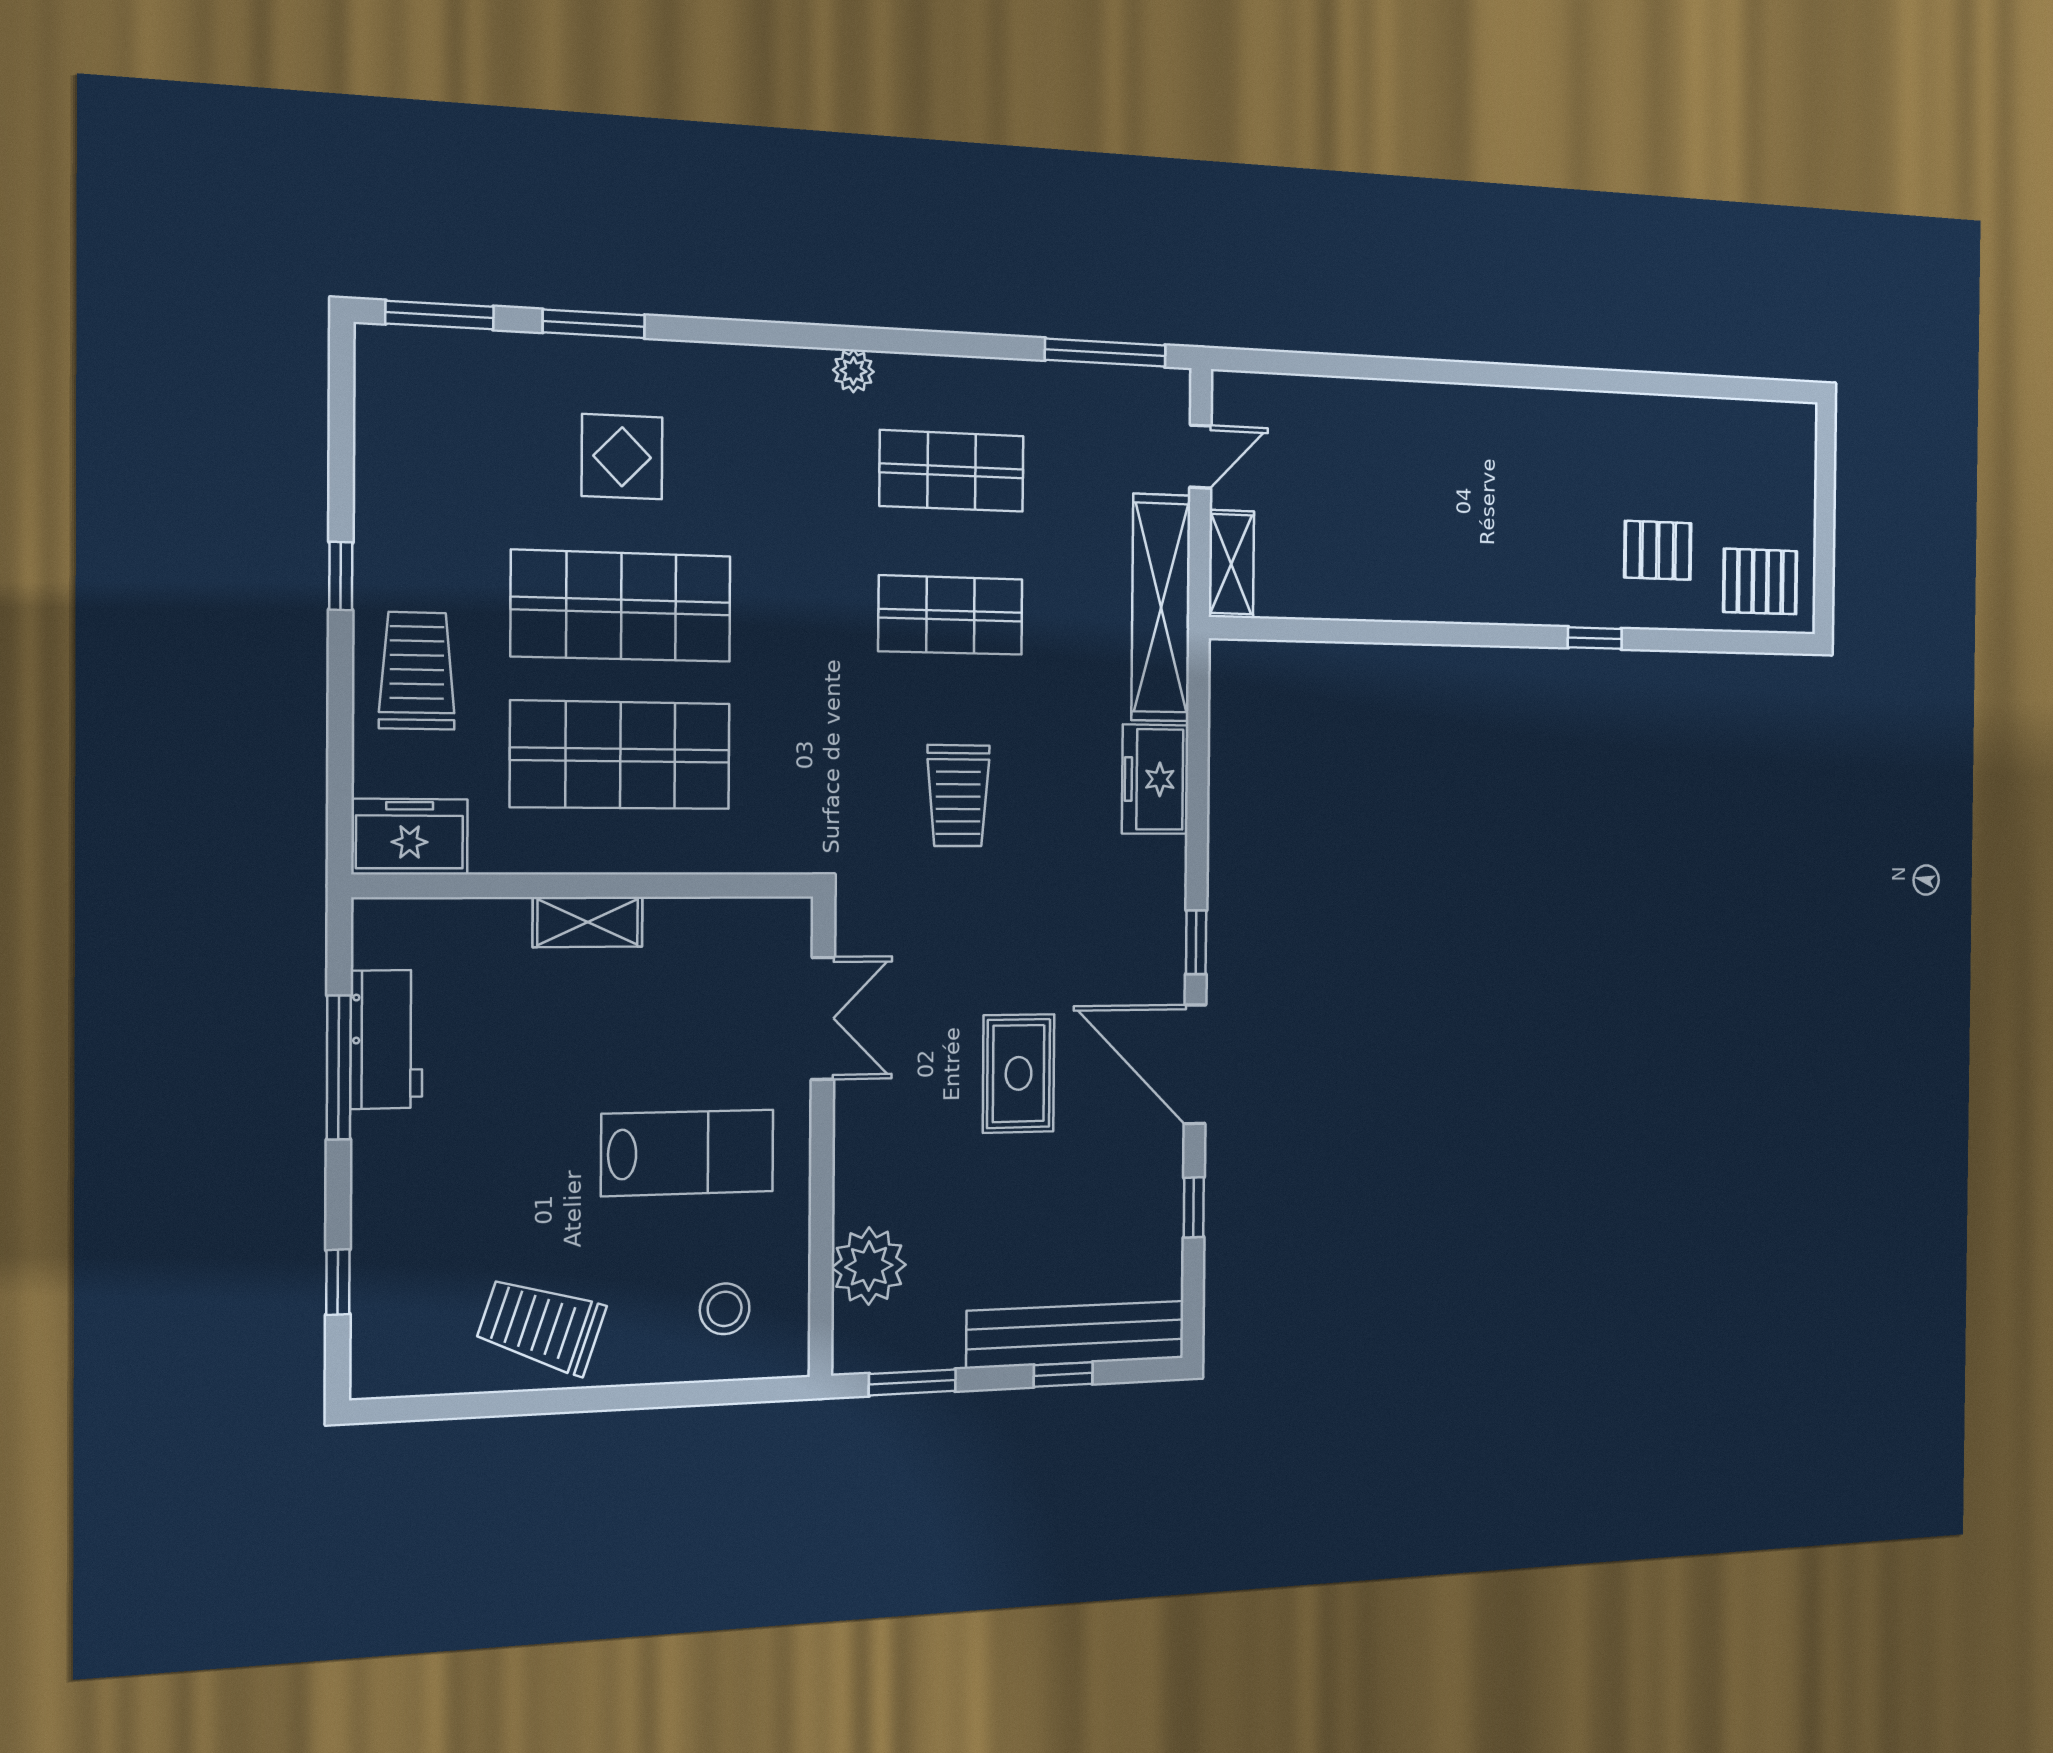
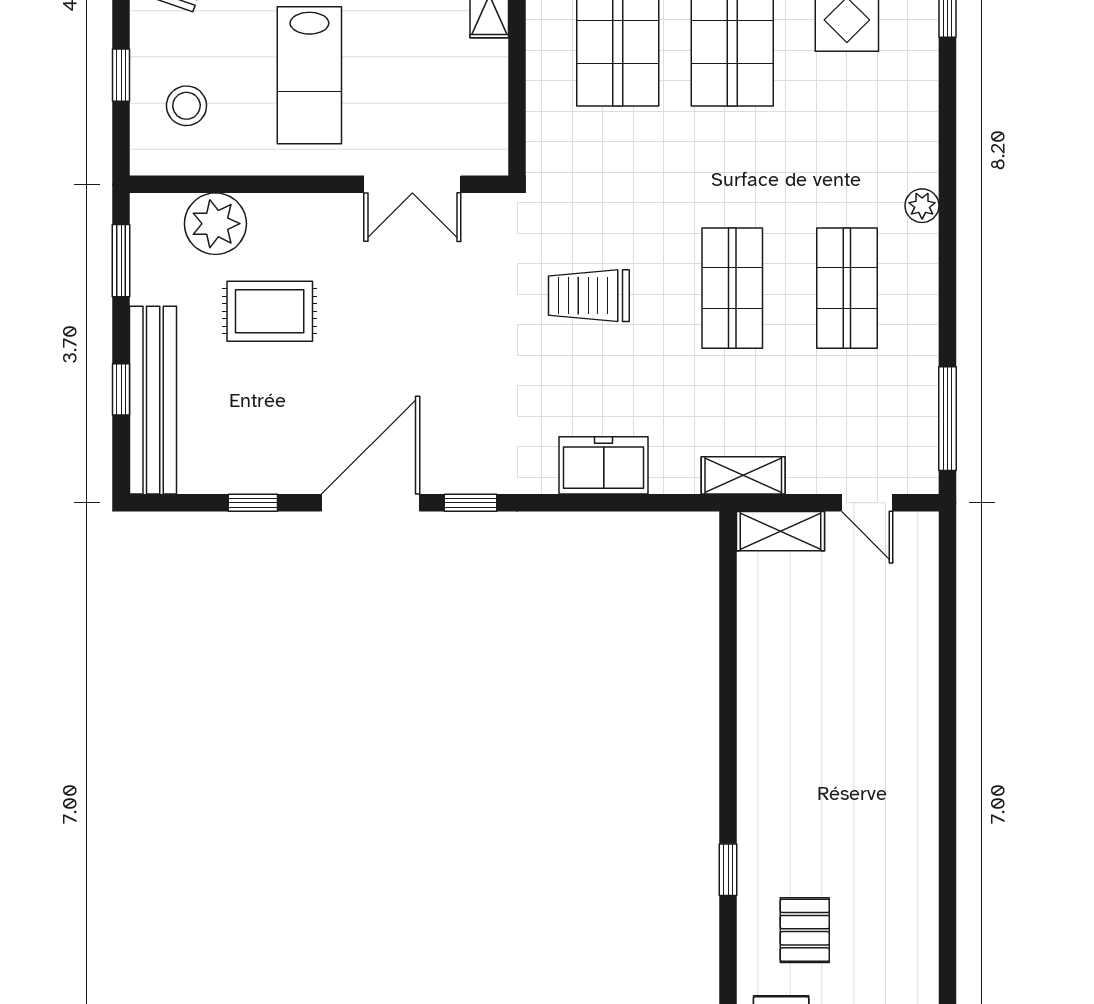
shelving: (1161, 608) -> (743, 475), width x0.45, depth x0.75
rug: (1019, 1073) -> (270, 311), moved
window: (686, 1394) -> (121, 75), added

